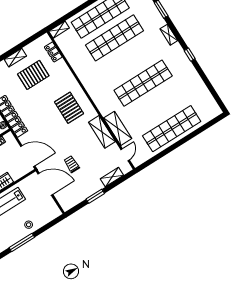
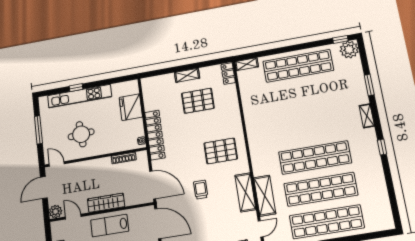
shop shelf: (115, 38) -> (321, 189), moved
locker: (53, 52) -> (228, 74), moved
pallet: (69, 108) -> (221, 151), turned 90
trolley: (72, 164) -> (201, 190), moved

